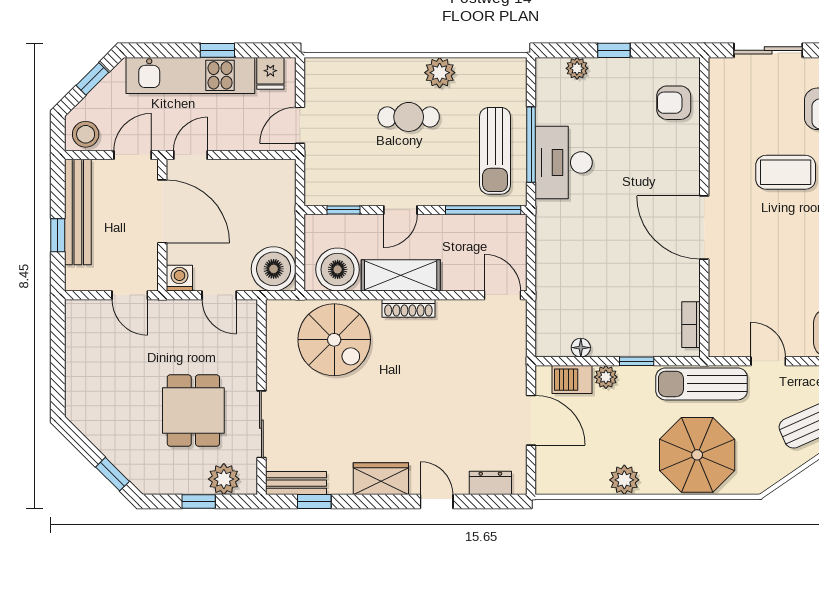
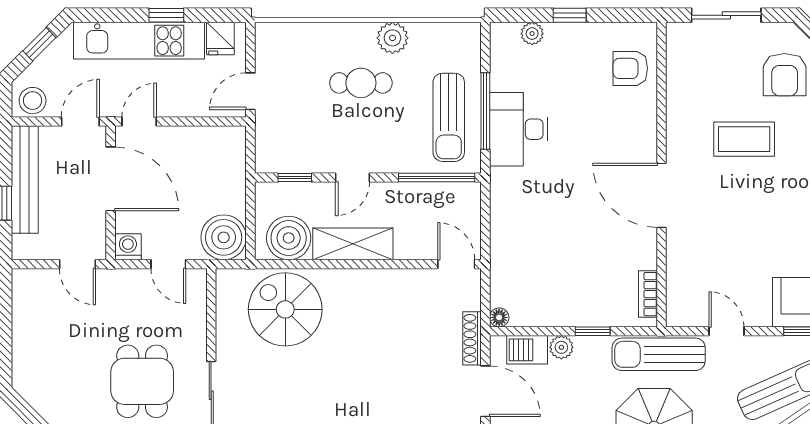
shoe rack: (408, 308) -> (472, 338), moved, turned 90
spiral stairs: (334, 340) -> (285, 309), turned 180
floor lamp: (581, 348) -> (499, 317), moved

